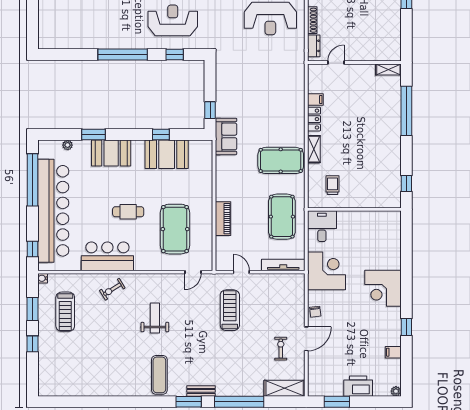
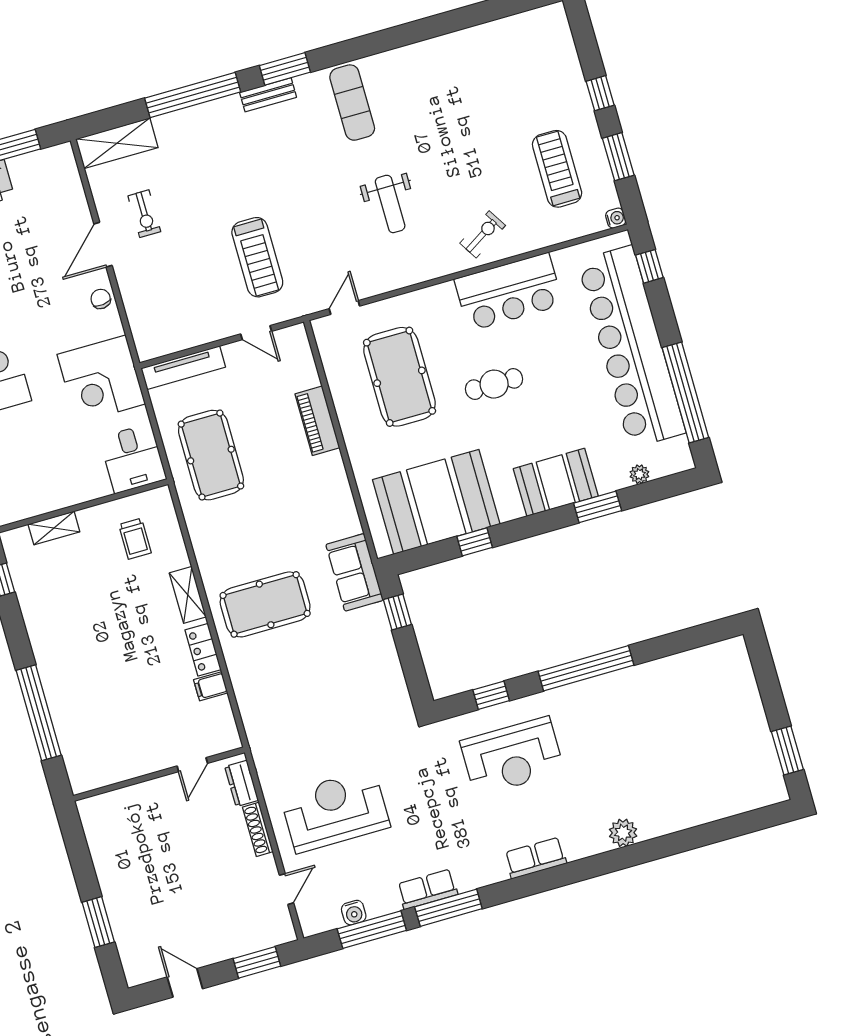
shelving: (388, 69) -> (54, 528), moved
booth: (167, 154) -> (436, 502), width x1.36, depth x1.42
pool table: (281, 160) -> (265, 604), moved

